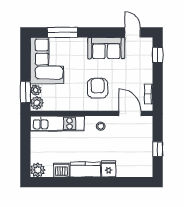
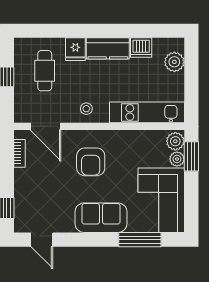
sofa: (106, 48) -> (101, 218), moved
cafe table: (131, 153) -> (45, 71), added
plant: (38, 170) -> (174, 62), moved

